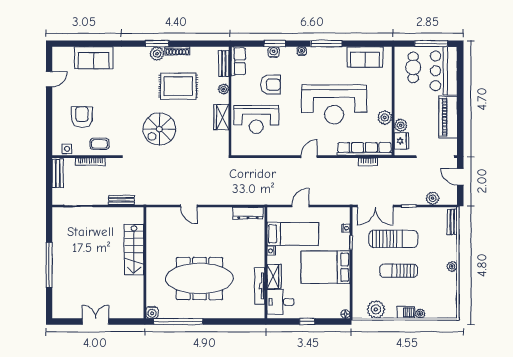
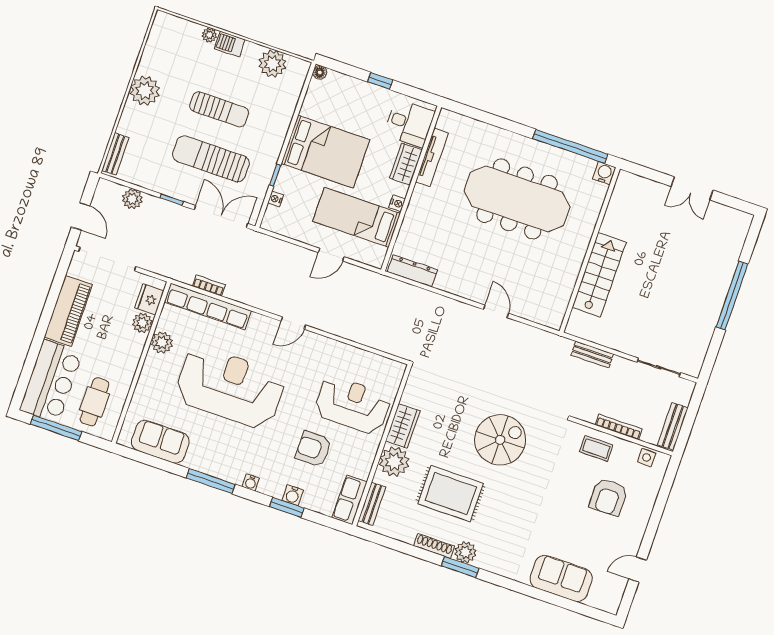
plant: (224, 89) -> (394, 462), width x1.88, depth x1.88
plant: (452, 266) -> (145, 91), width x1.88, depth x1.88

